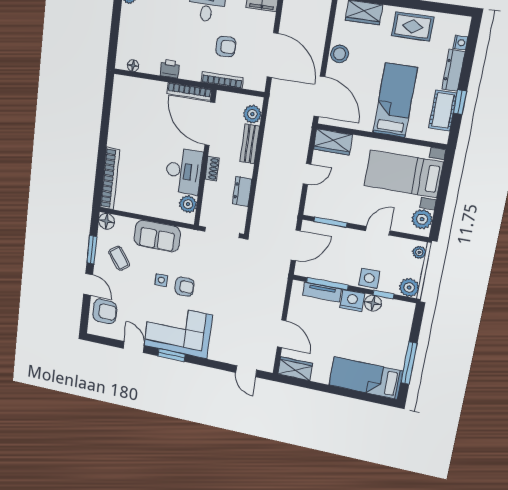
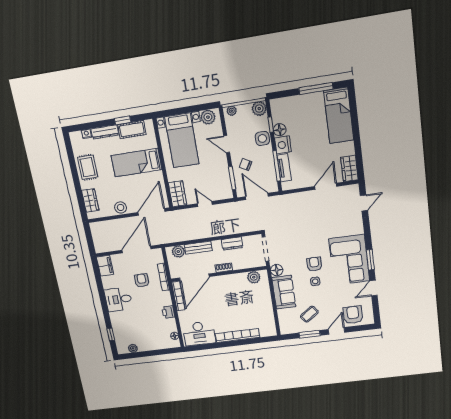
desk: (184, 171) -> (199, 333), moved, turned 180
bookcase: (110, 179) -> (237, 335), moved
floor lamp: (107, 221) -> (277, 270), moved
chair: (343, 246) -> (246, 164), added

